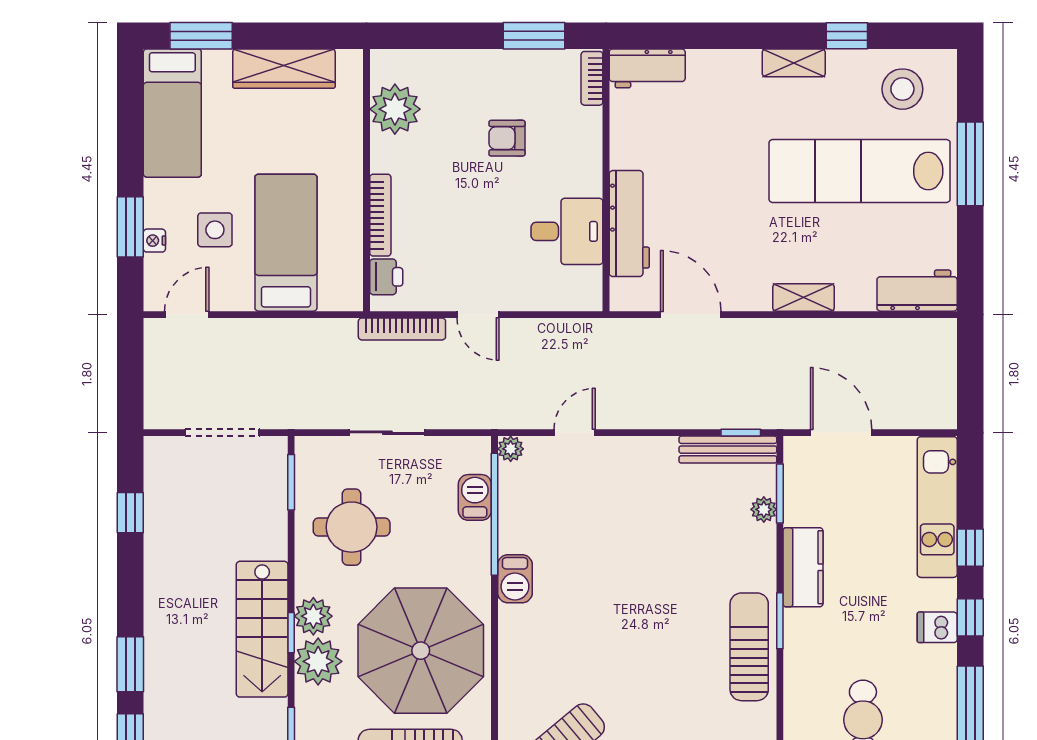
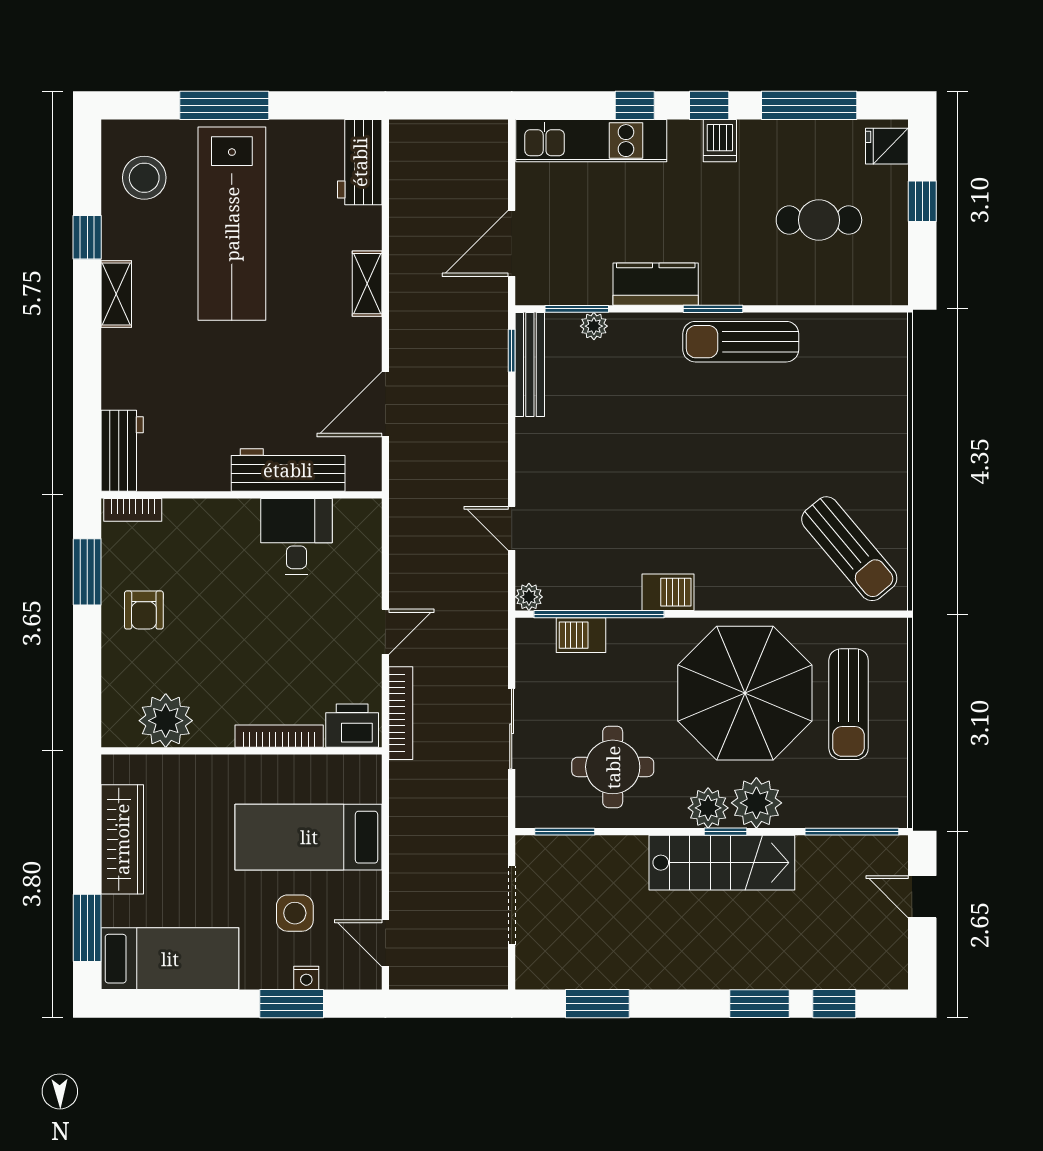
armchair: (507, 138) -> (144, 610), moved
printer: (386, 277) -> (352, 726), width x1.36, depth x1.24
window: (130, 513) -> (597, 1004), width x1.50

